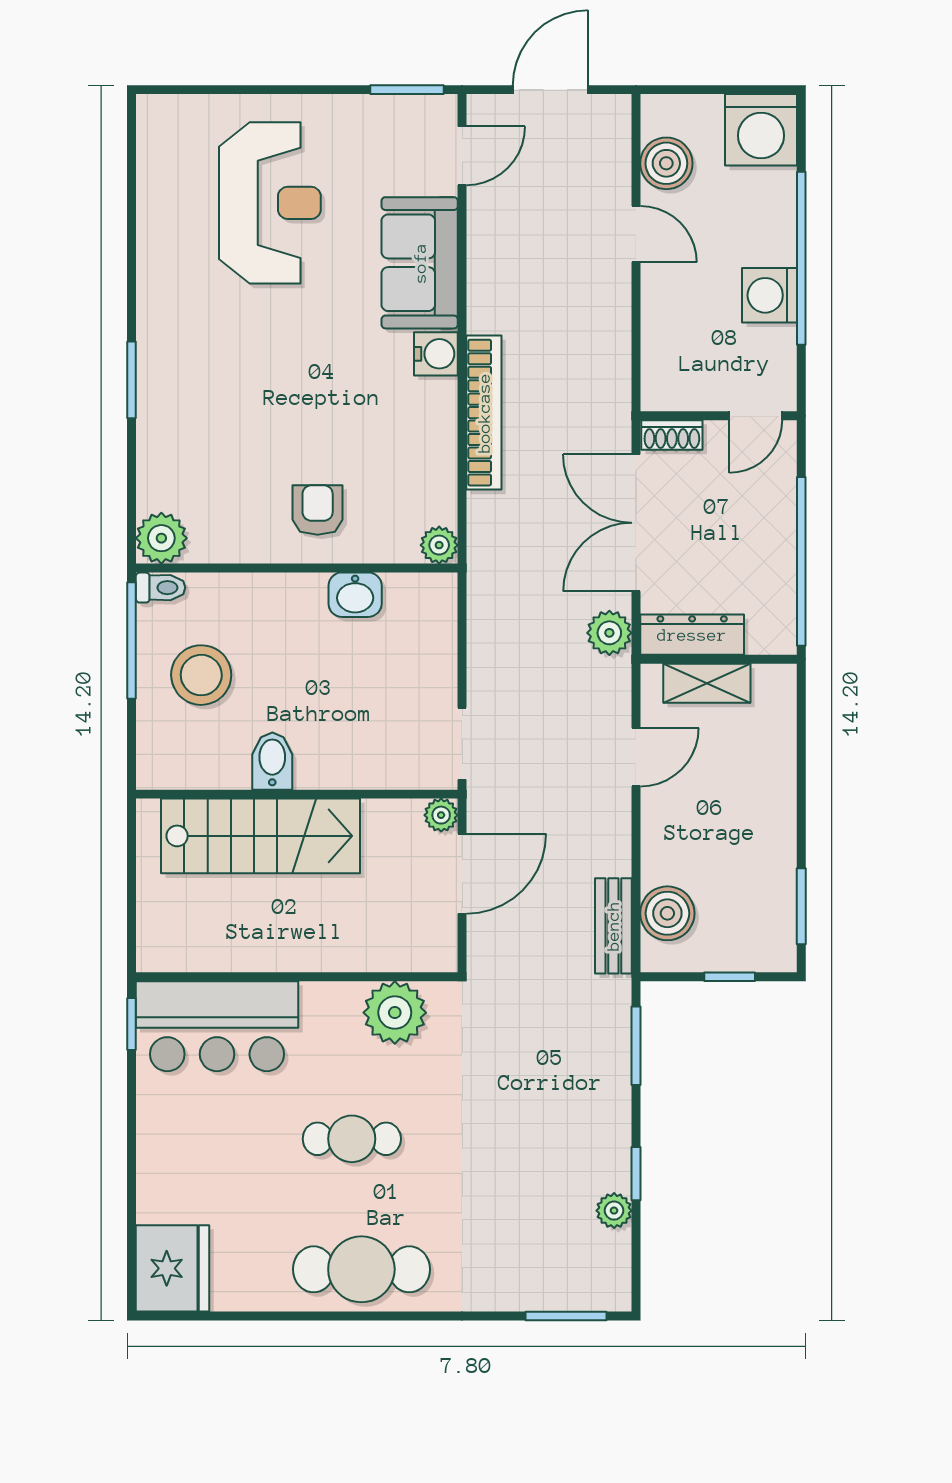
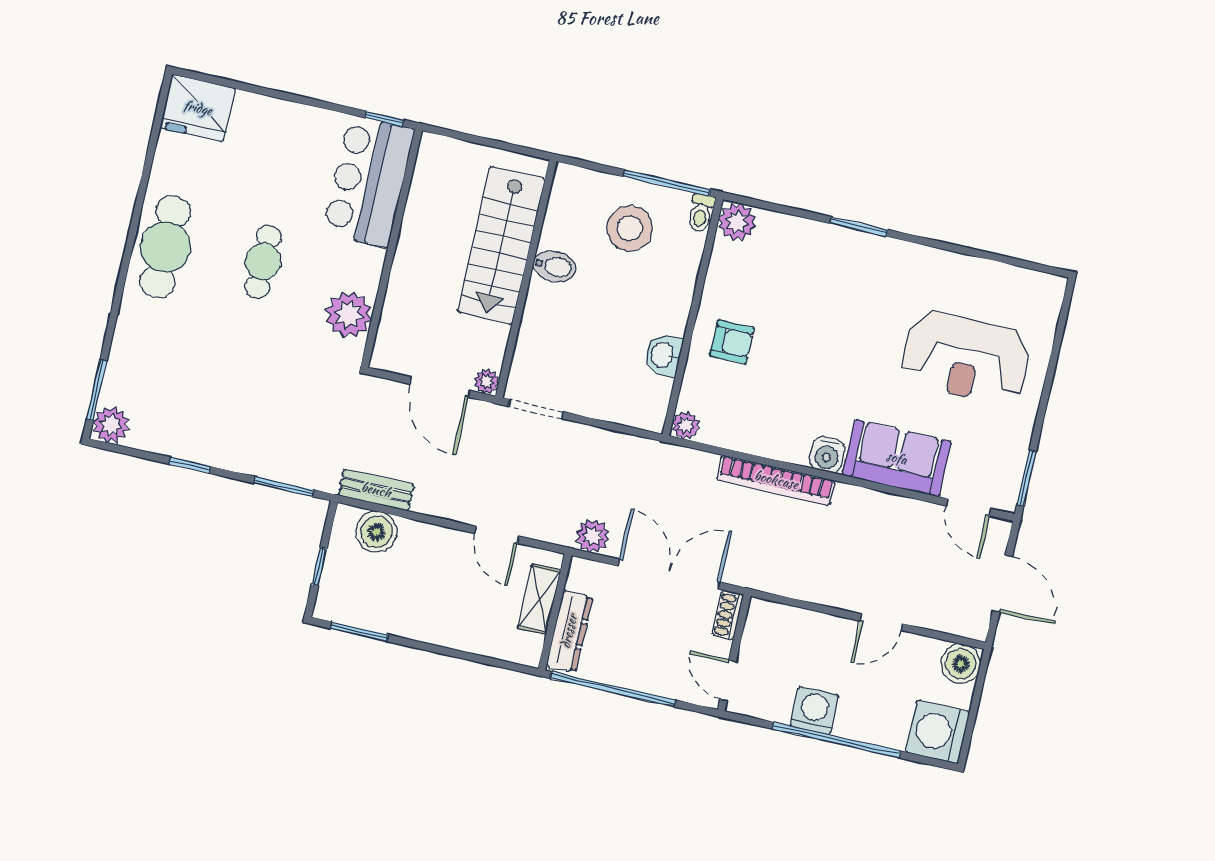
boiler: (666, 163) -> (961, 664), moved
dresser: (692, 635) -> (569, 631), moved
plant: (614, 1211) -> (111, 425), moved, width x1.38, depth x1.38

